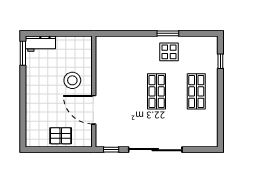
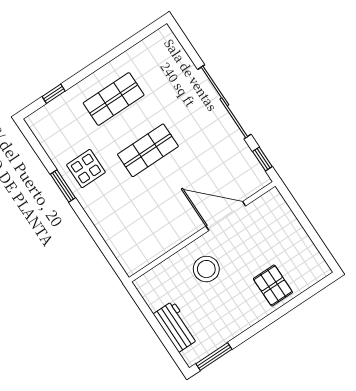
workbench: (40, 44) -> (176, 327), moved
door: (94, 110) -> (226, 216), swing flipped
pallet: (61, 136) -> (273, 286), moved

